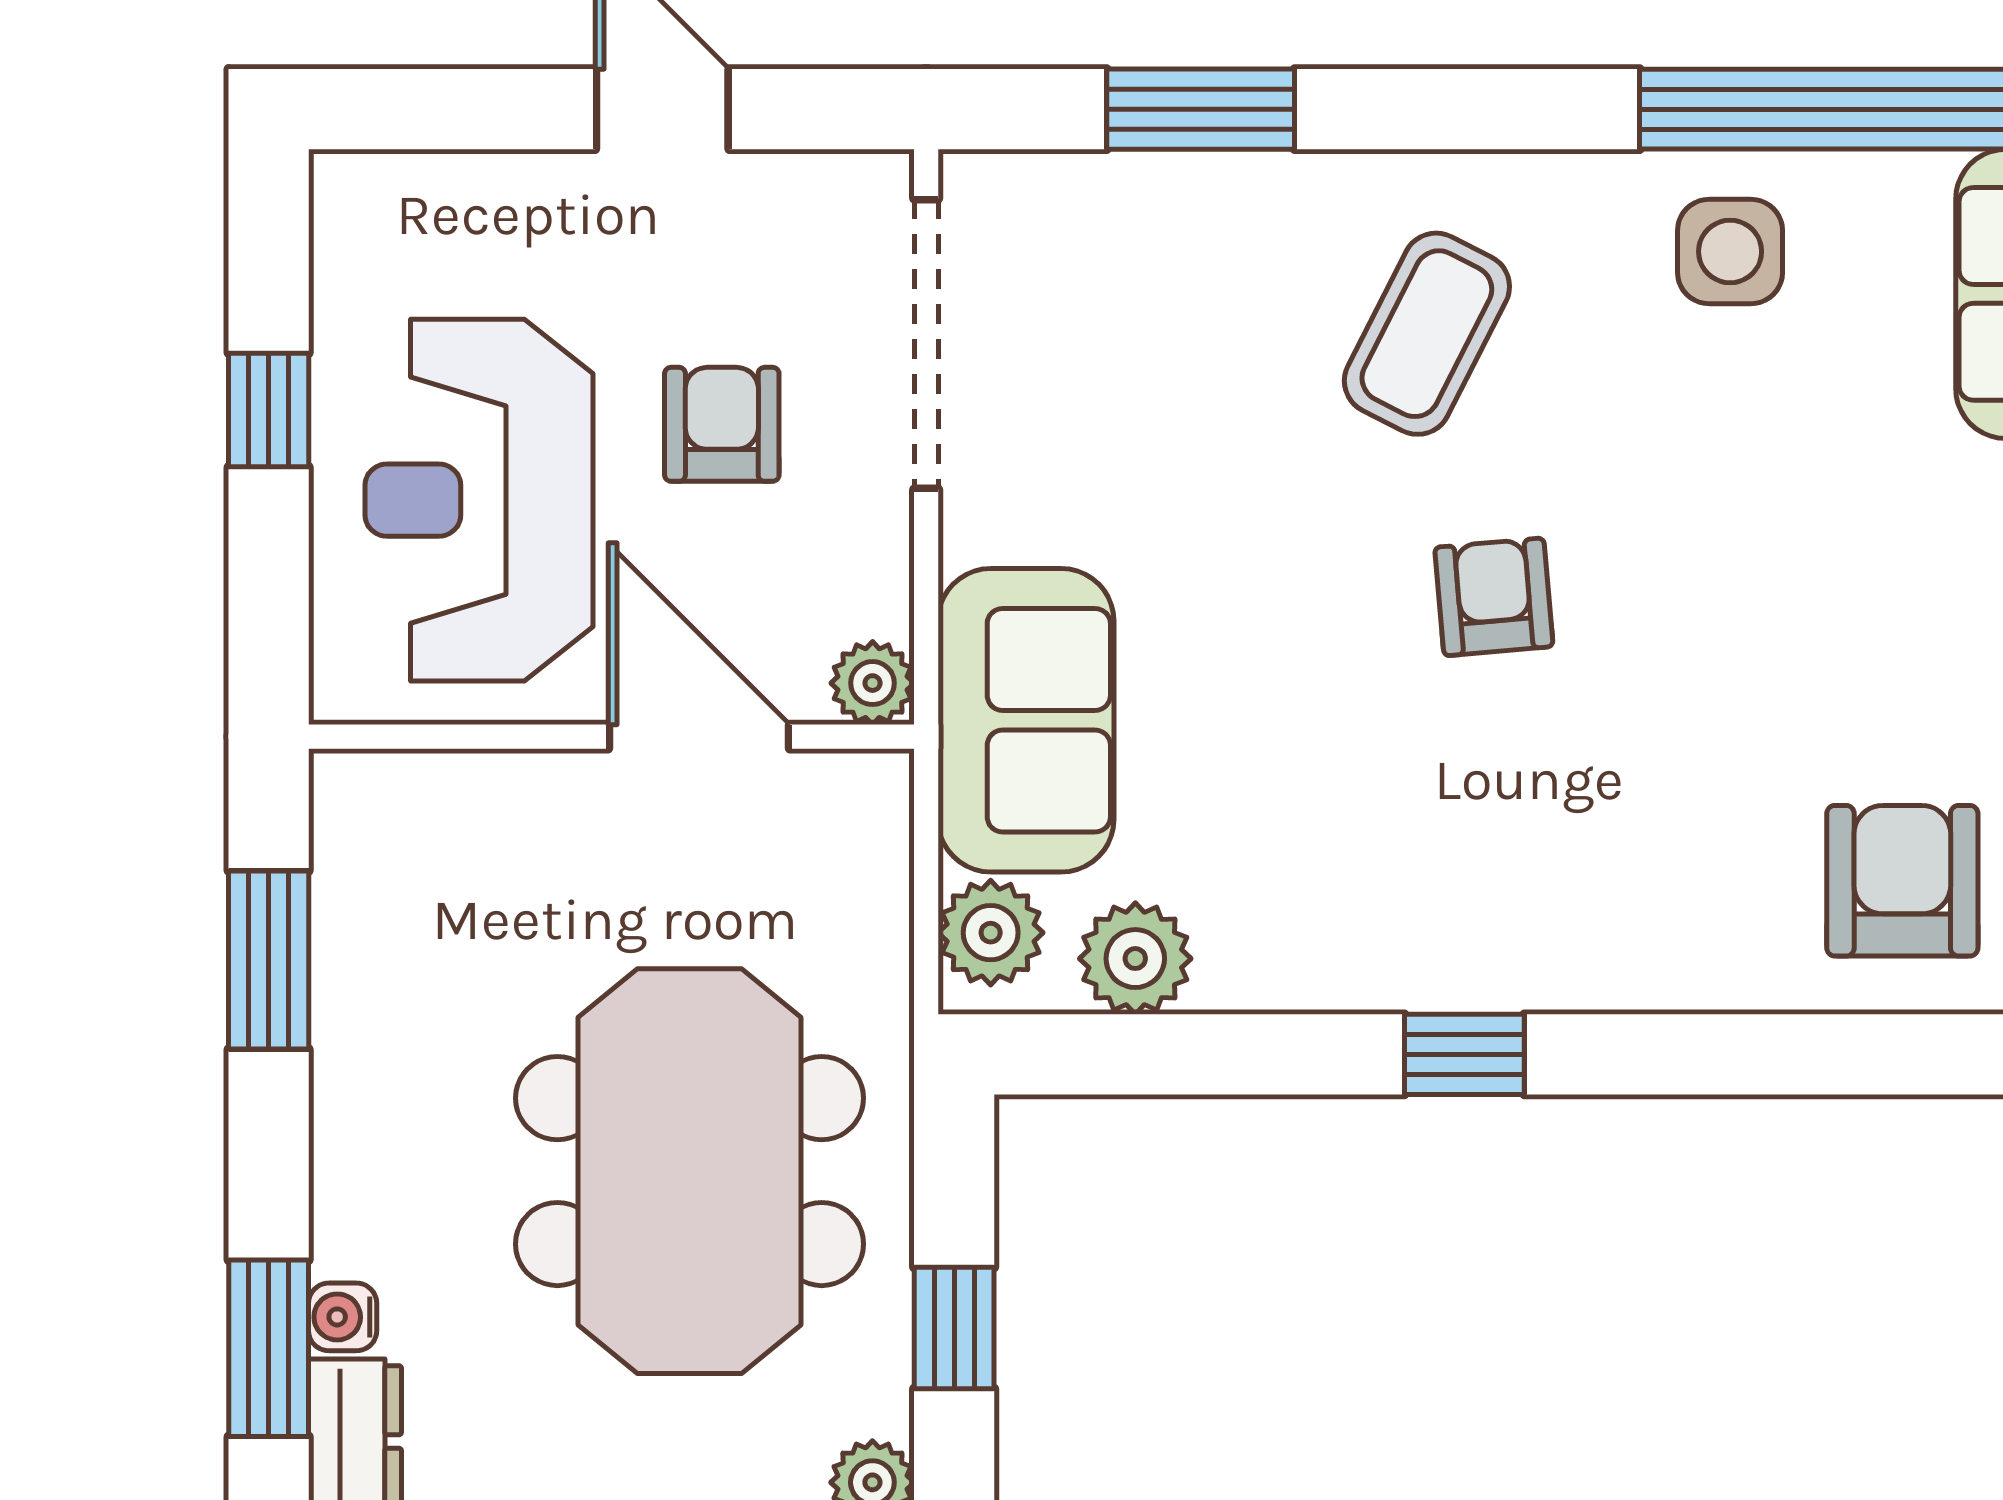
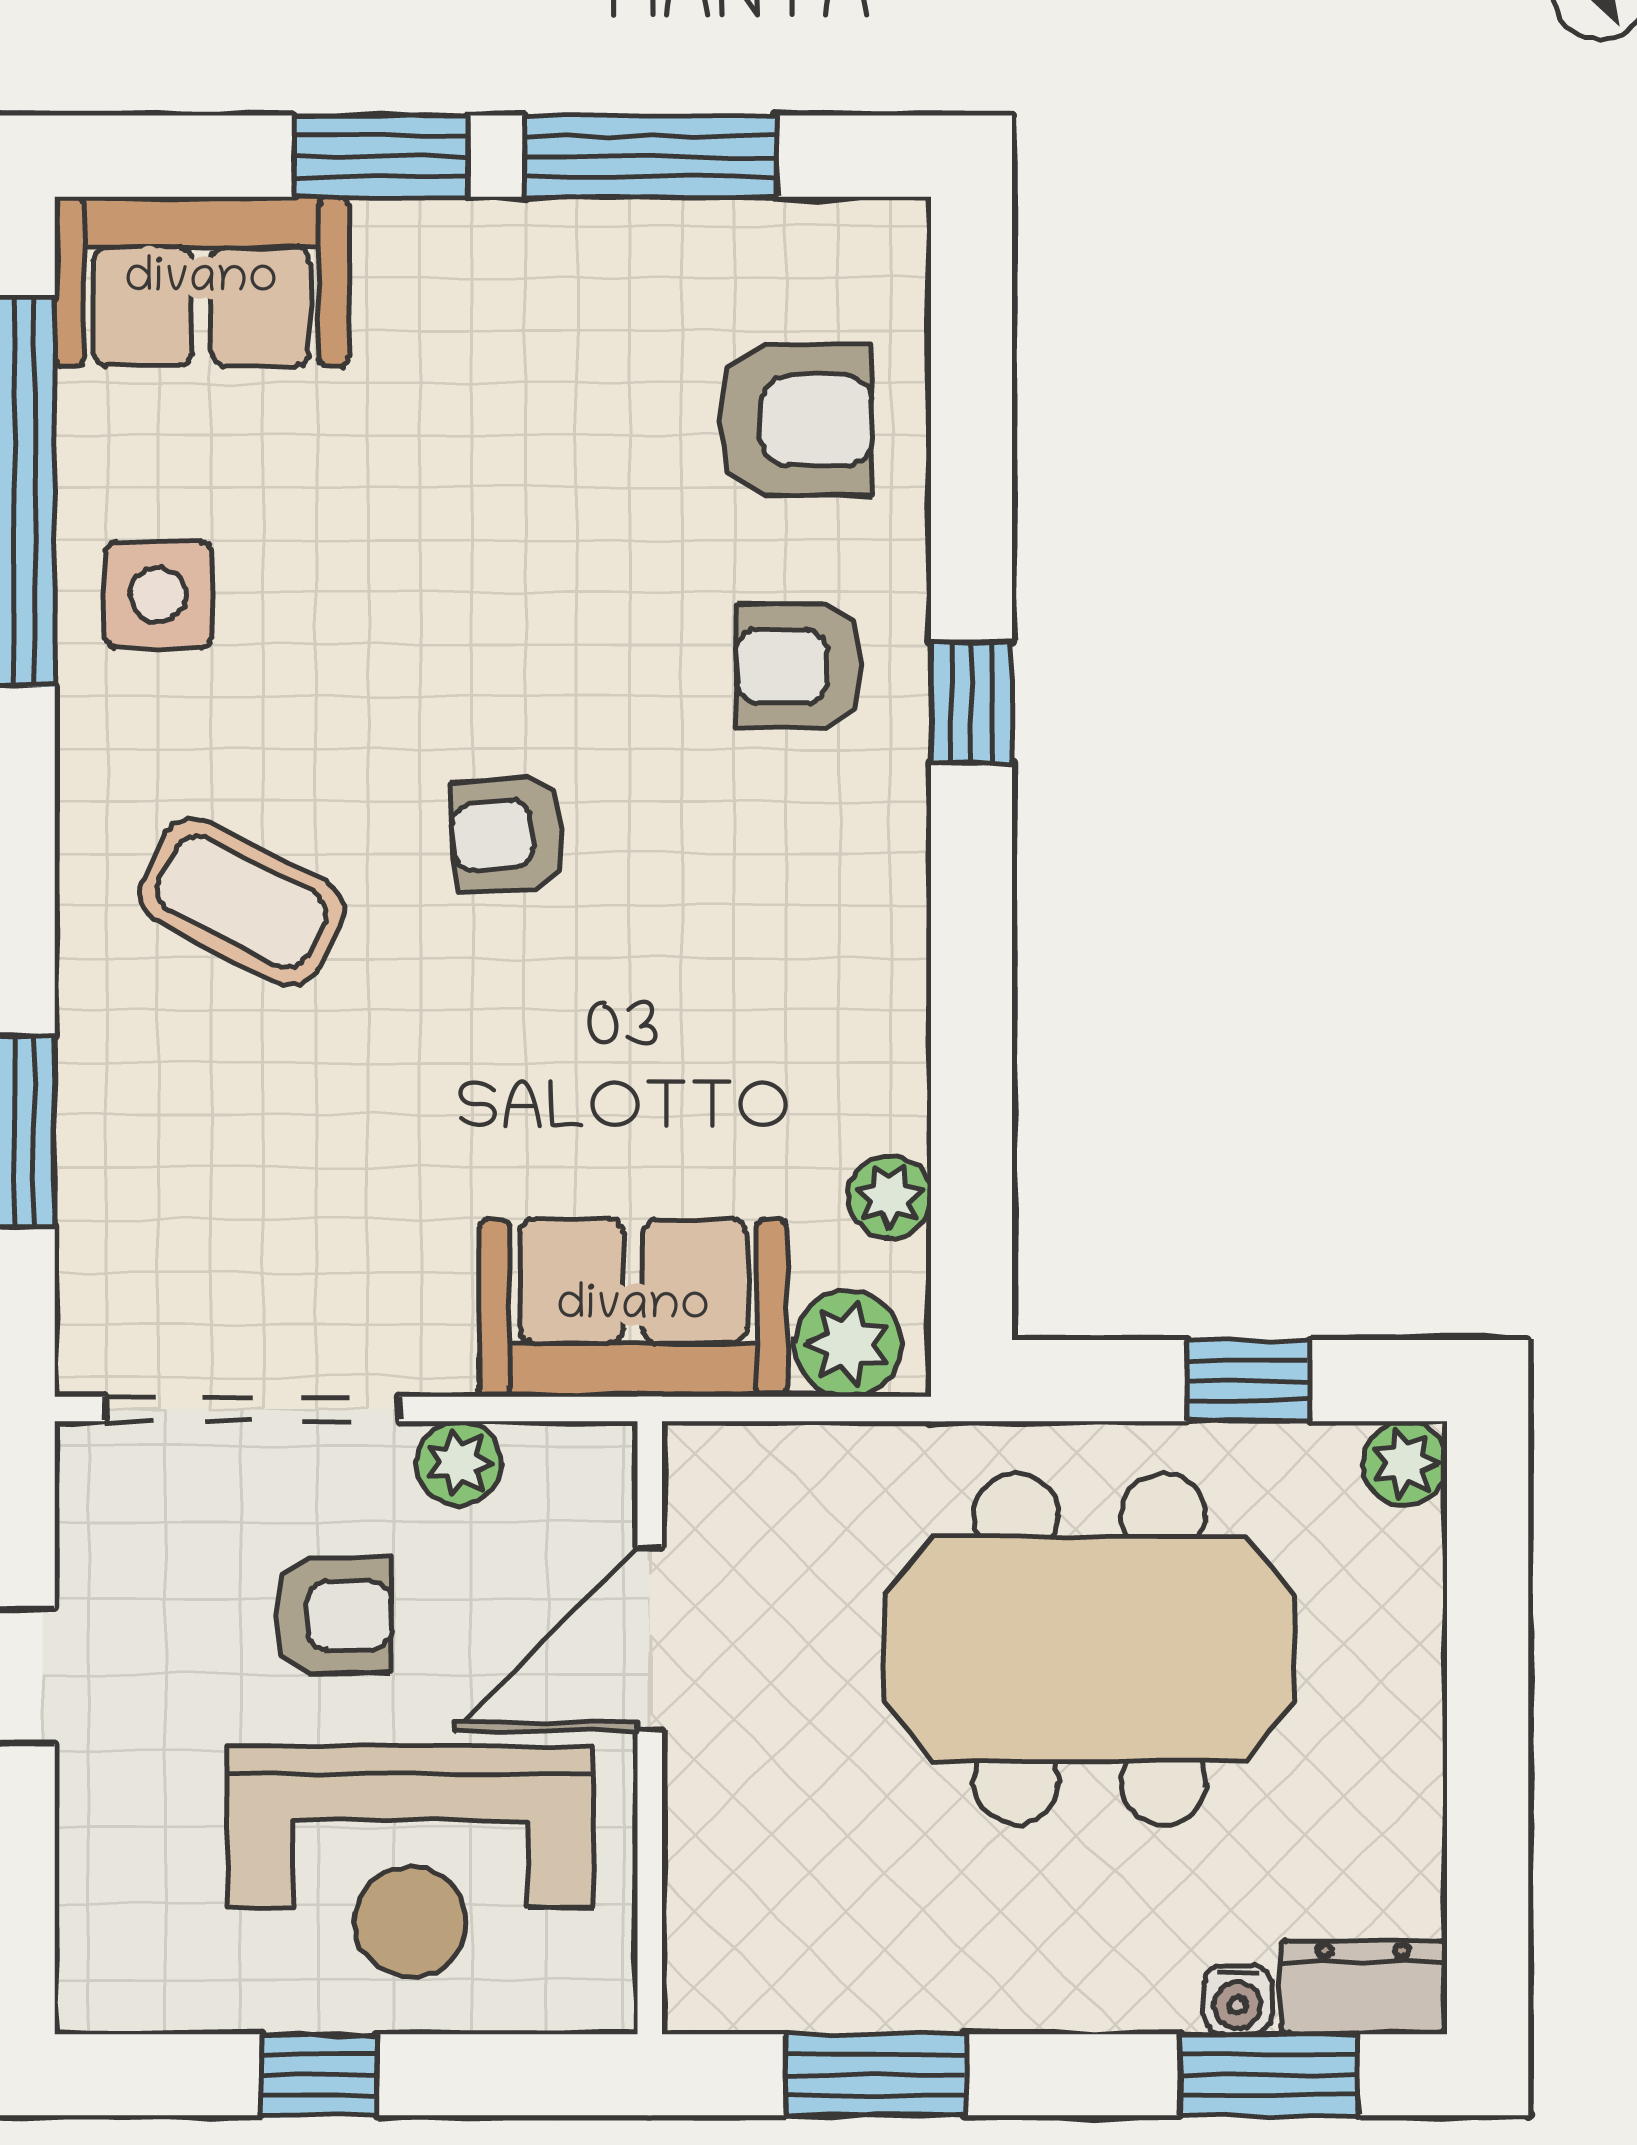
armchair: (722, 424) -> (333, 1616), turned 180
plant: (873, 683) -> (459, 1463), moved
armchair: (1902, 881) -> (796, 420), turned 180
armchair: (1660, 884) -> (799, 666), added
plant: (1135, 959) -> (890, 1197), width x0.73, depth x0.73
window: (1464, 1054) -> (971, 703), moved

